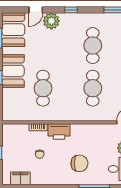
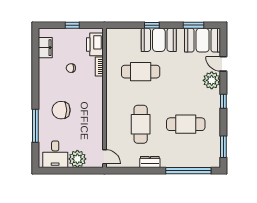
cafe table: (93, 88) -> (141, 124), turned 90
printer: (59, 132) -> (95, 44), moved
chair: (79, 163) -> (61, 110), turned 90

